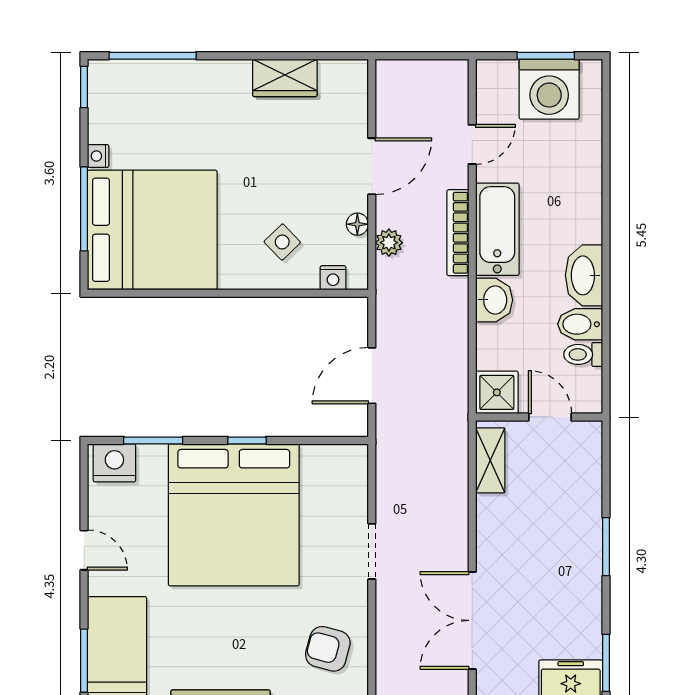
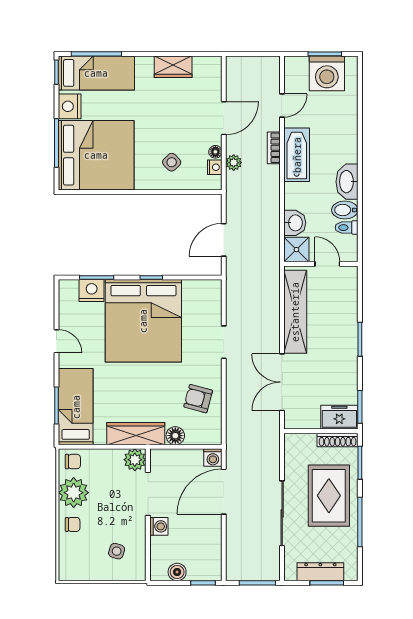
bed: (153, 88) -> (96, 73), added
nightstand: (98, 156) -> (70, 106), width x1.89, depth x1.79
bookcase: (458, 233) -> (274, 148), width x0.64
nightstand: (333, 278) -> (215, 167), moved, turned -90
washbasin: (494, 300) -> (295, 223), moved
shelving: (490, 460) -> (295, 312), width x2.20, depth x1.33
nightstand: (114, 463) -> (92, 291), moved

